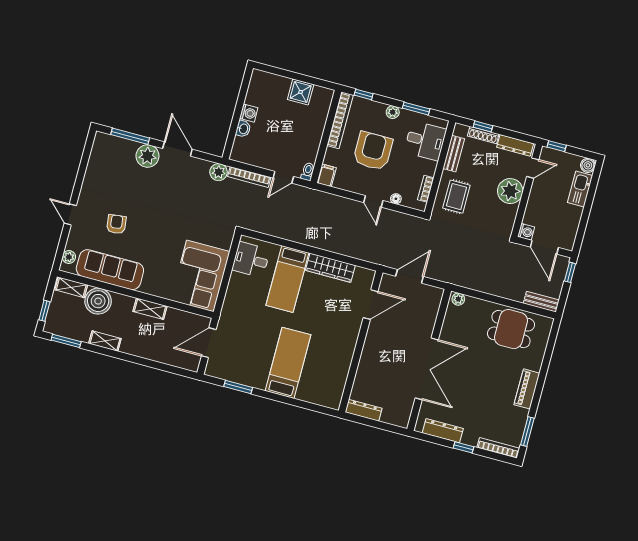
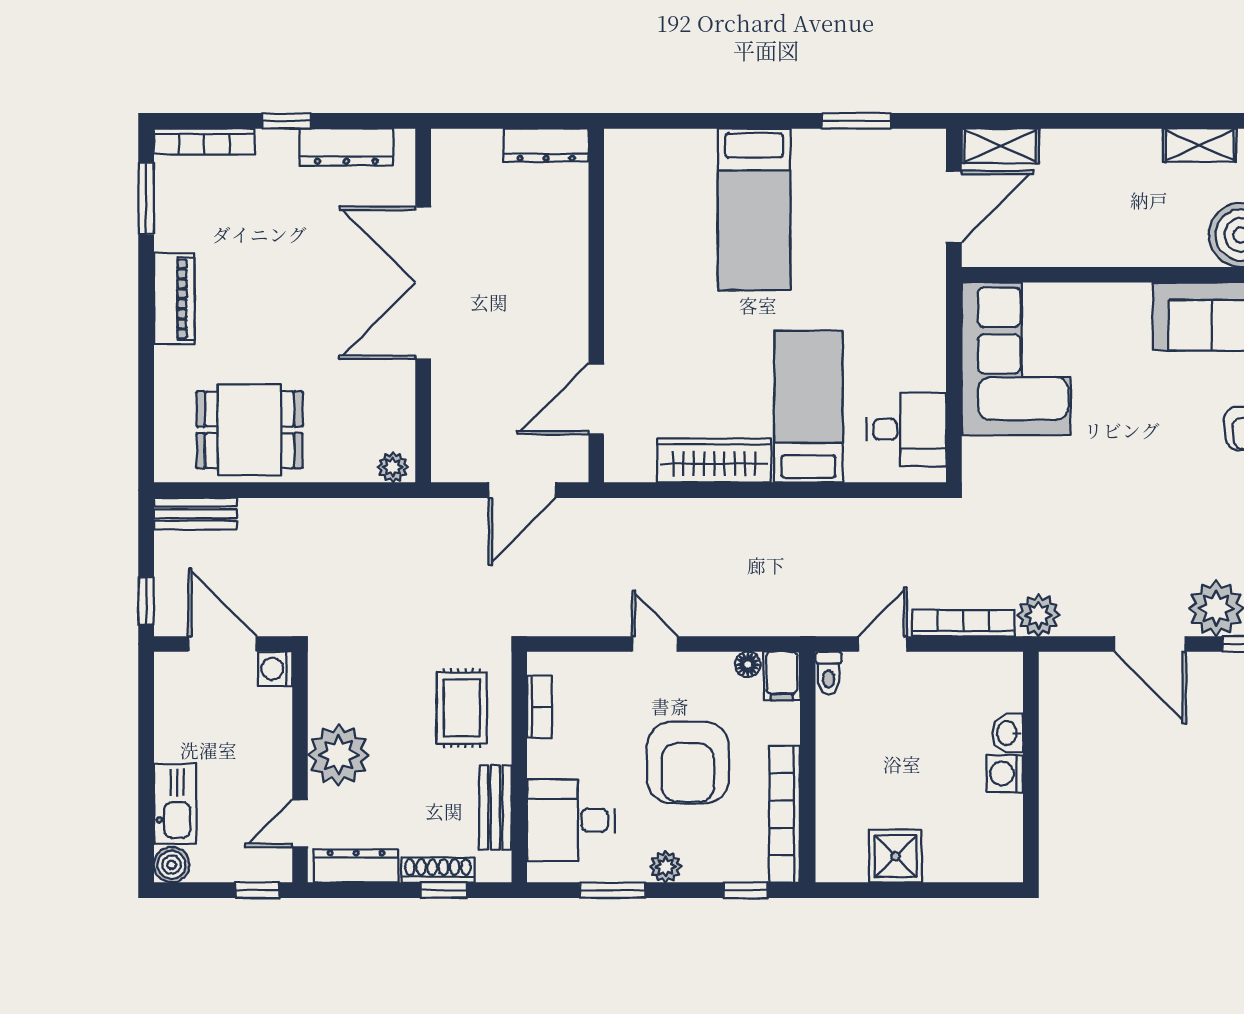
floor lamp: (396, 199) -> (748, 664), moved
shelving: (150, 309) -> (1000, 146), moved

